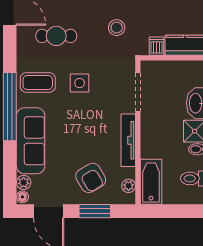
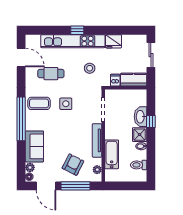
sofa: (31, 141) -> (34, 146), width x0.73
armchair: (91, 178) -> (73, 165), turned -123
bathtub: (151, 182) -> (112, 154), moved
window: (95, 211) -> (76, 186), width x1.44

